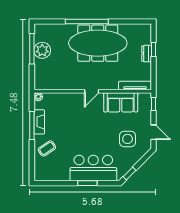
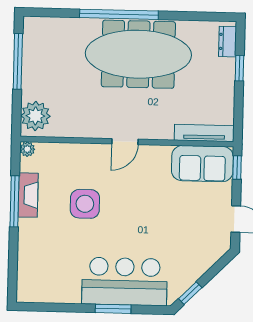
plant: (42, 50) -> (35, 116), moved
dresser: (147, 54) -> (227, 42), moved
sofa: (121, 102) -> (202, 164), moved
side table: (128, 139) -> (85, 204), moved
coffee table: (47, 148) -> (41, 244), removed

